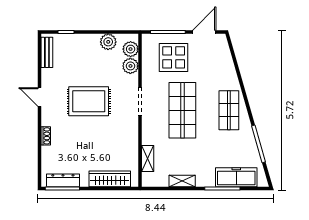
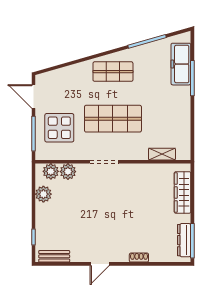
rug: (89, 101) -> (104, 214), removed
shelving: (182, 181) -> (185, 119), removed

